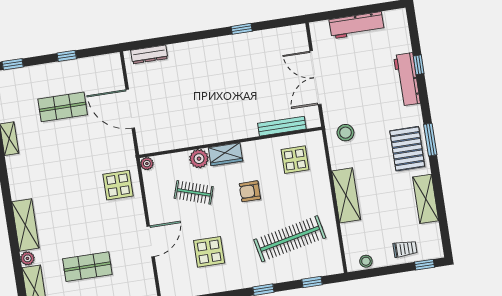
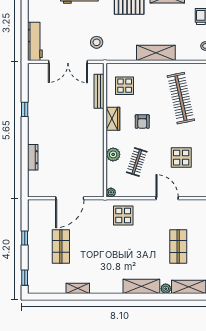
workbench: (357, 25) -> (35, 41), moved
dresser: (149, 54) -> (33, 157), moved
stool: (345, 133) -> (97, 42), moved
wardrobe: (225, 154) -> (113, 119), moved

